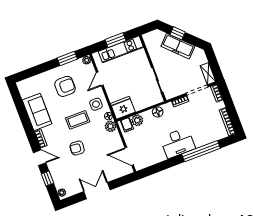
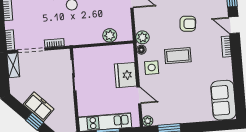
freezer: (178, 46) -> (39, 107), width x0.71
door: (100, 79) -> (139, 95), hinge flipped
armchair: (65, 86) -> (181, 98), removed
fridge: (123, 108) -> (126, 75), moved, turned 90
sofa: (37, 112) -> (223, 100), moved
floor lamp: (158, 112) -> (84, 38), removed
filing cabinet: (127, 125) -> (123, 34), removed

